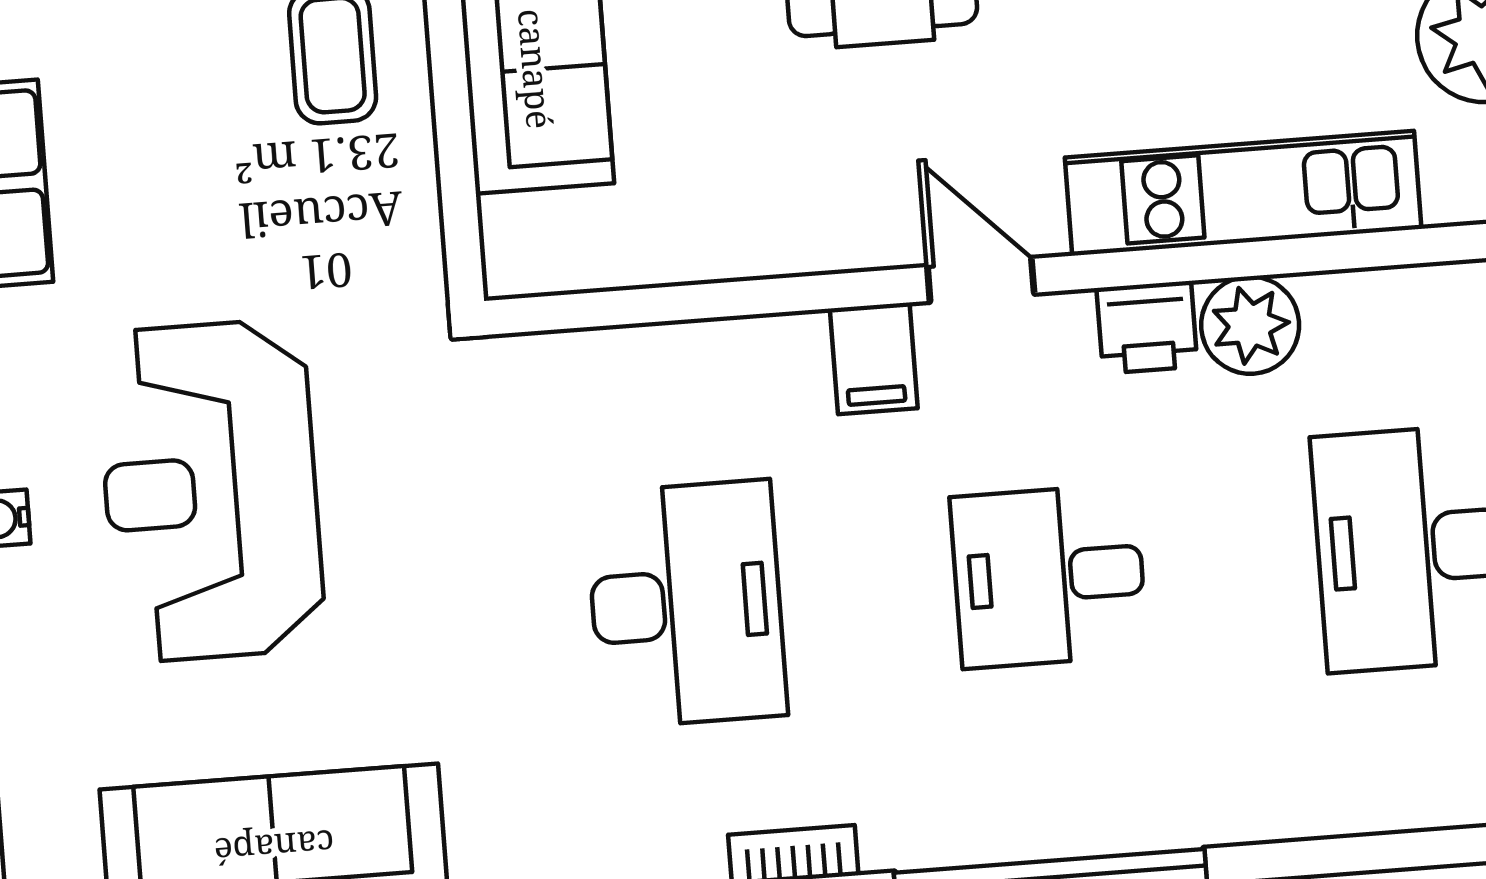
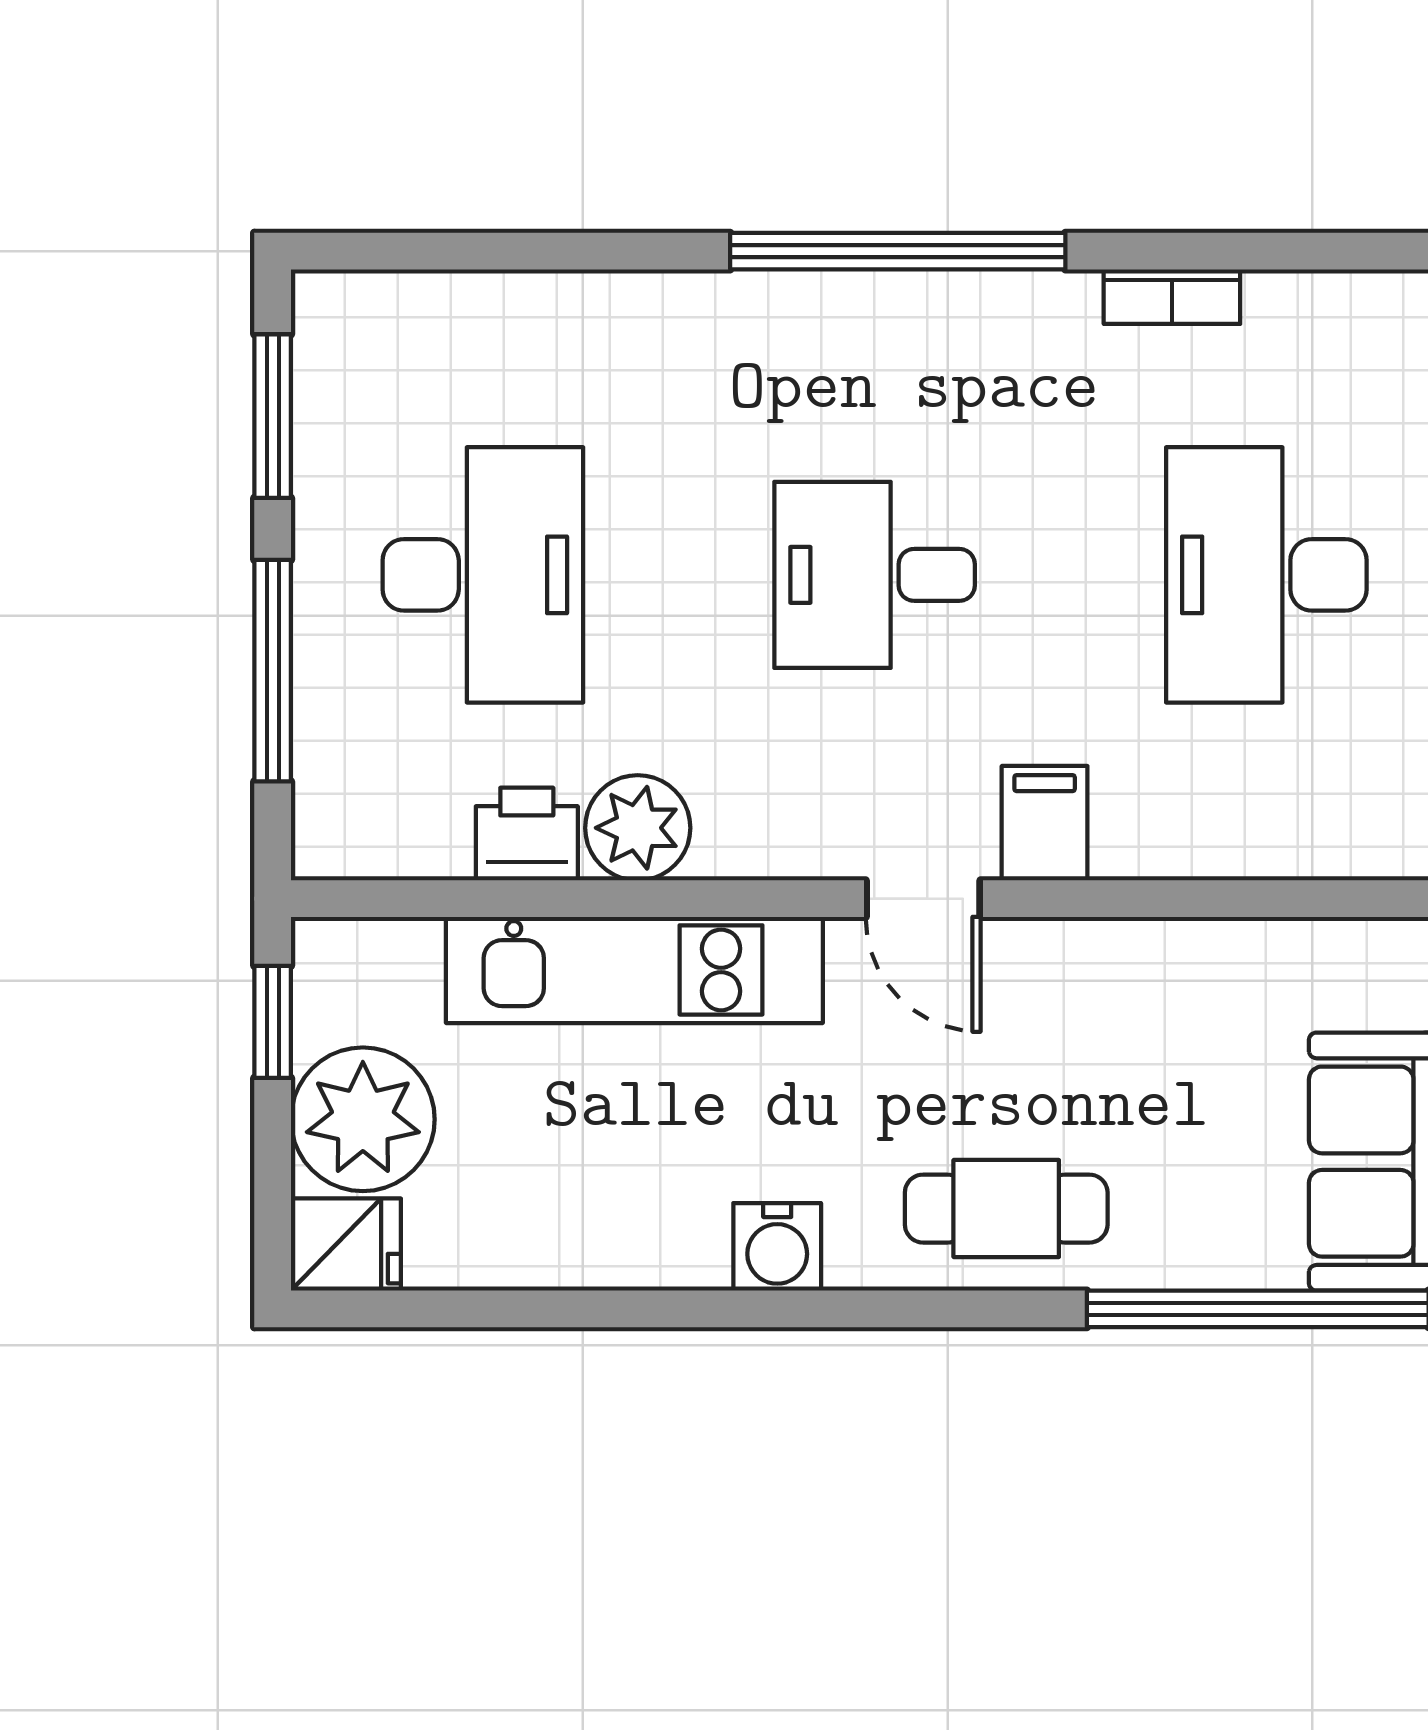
printer: (1147, 327) -> (527, 834), moved
desk: (1049, 576) -> (875, 575), turned 180

